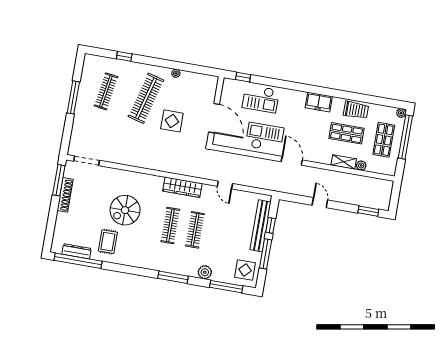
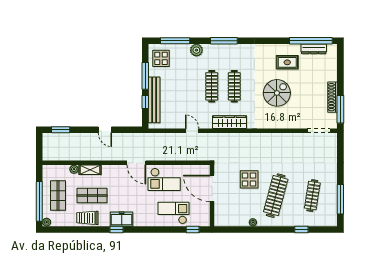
window: (326, 92) -> (116, 229), added
window: (73, 97) -> (340, 199), moved
rug: (108, 242) -> (287, 62), turned 90

